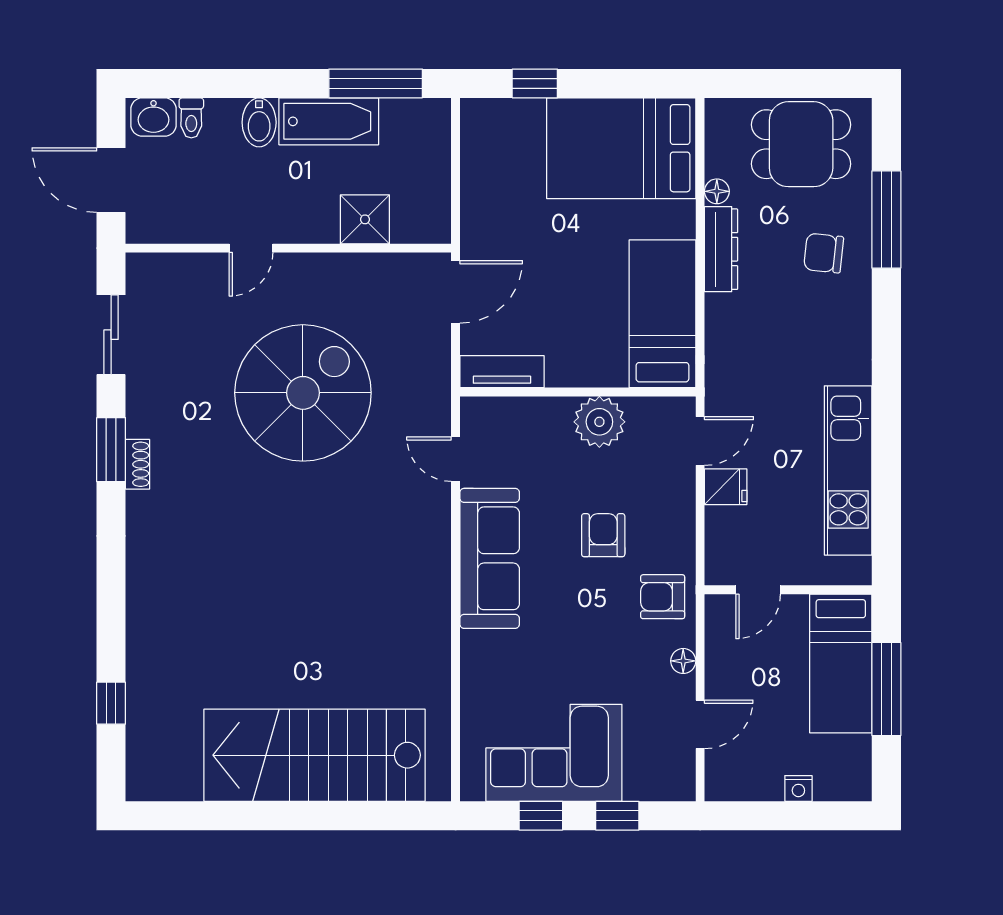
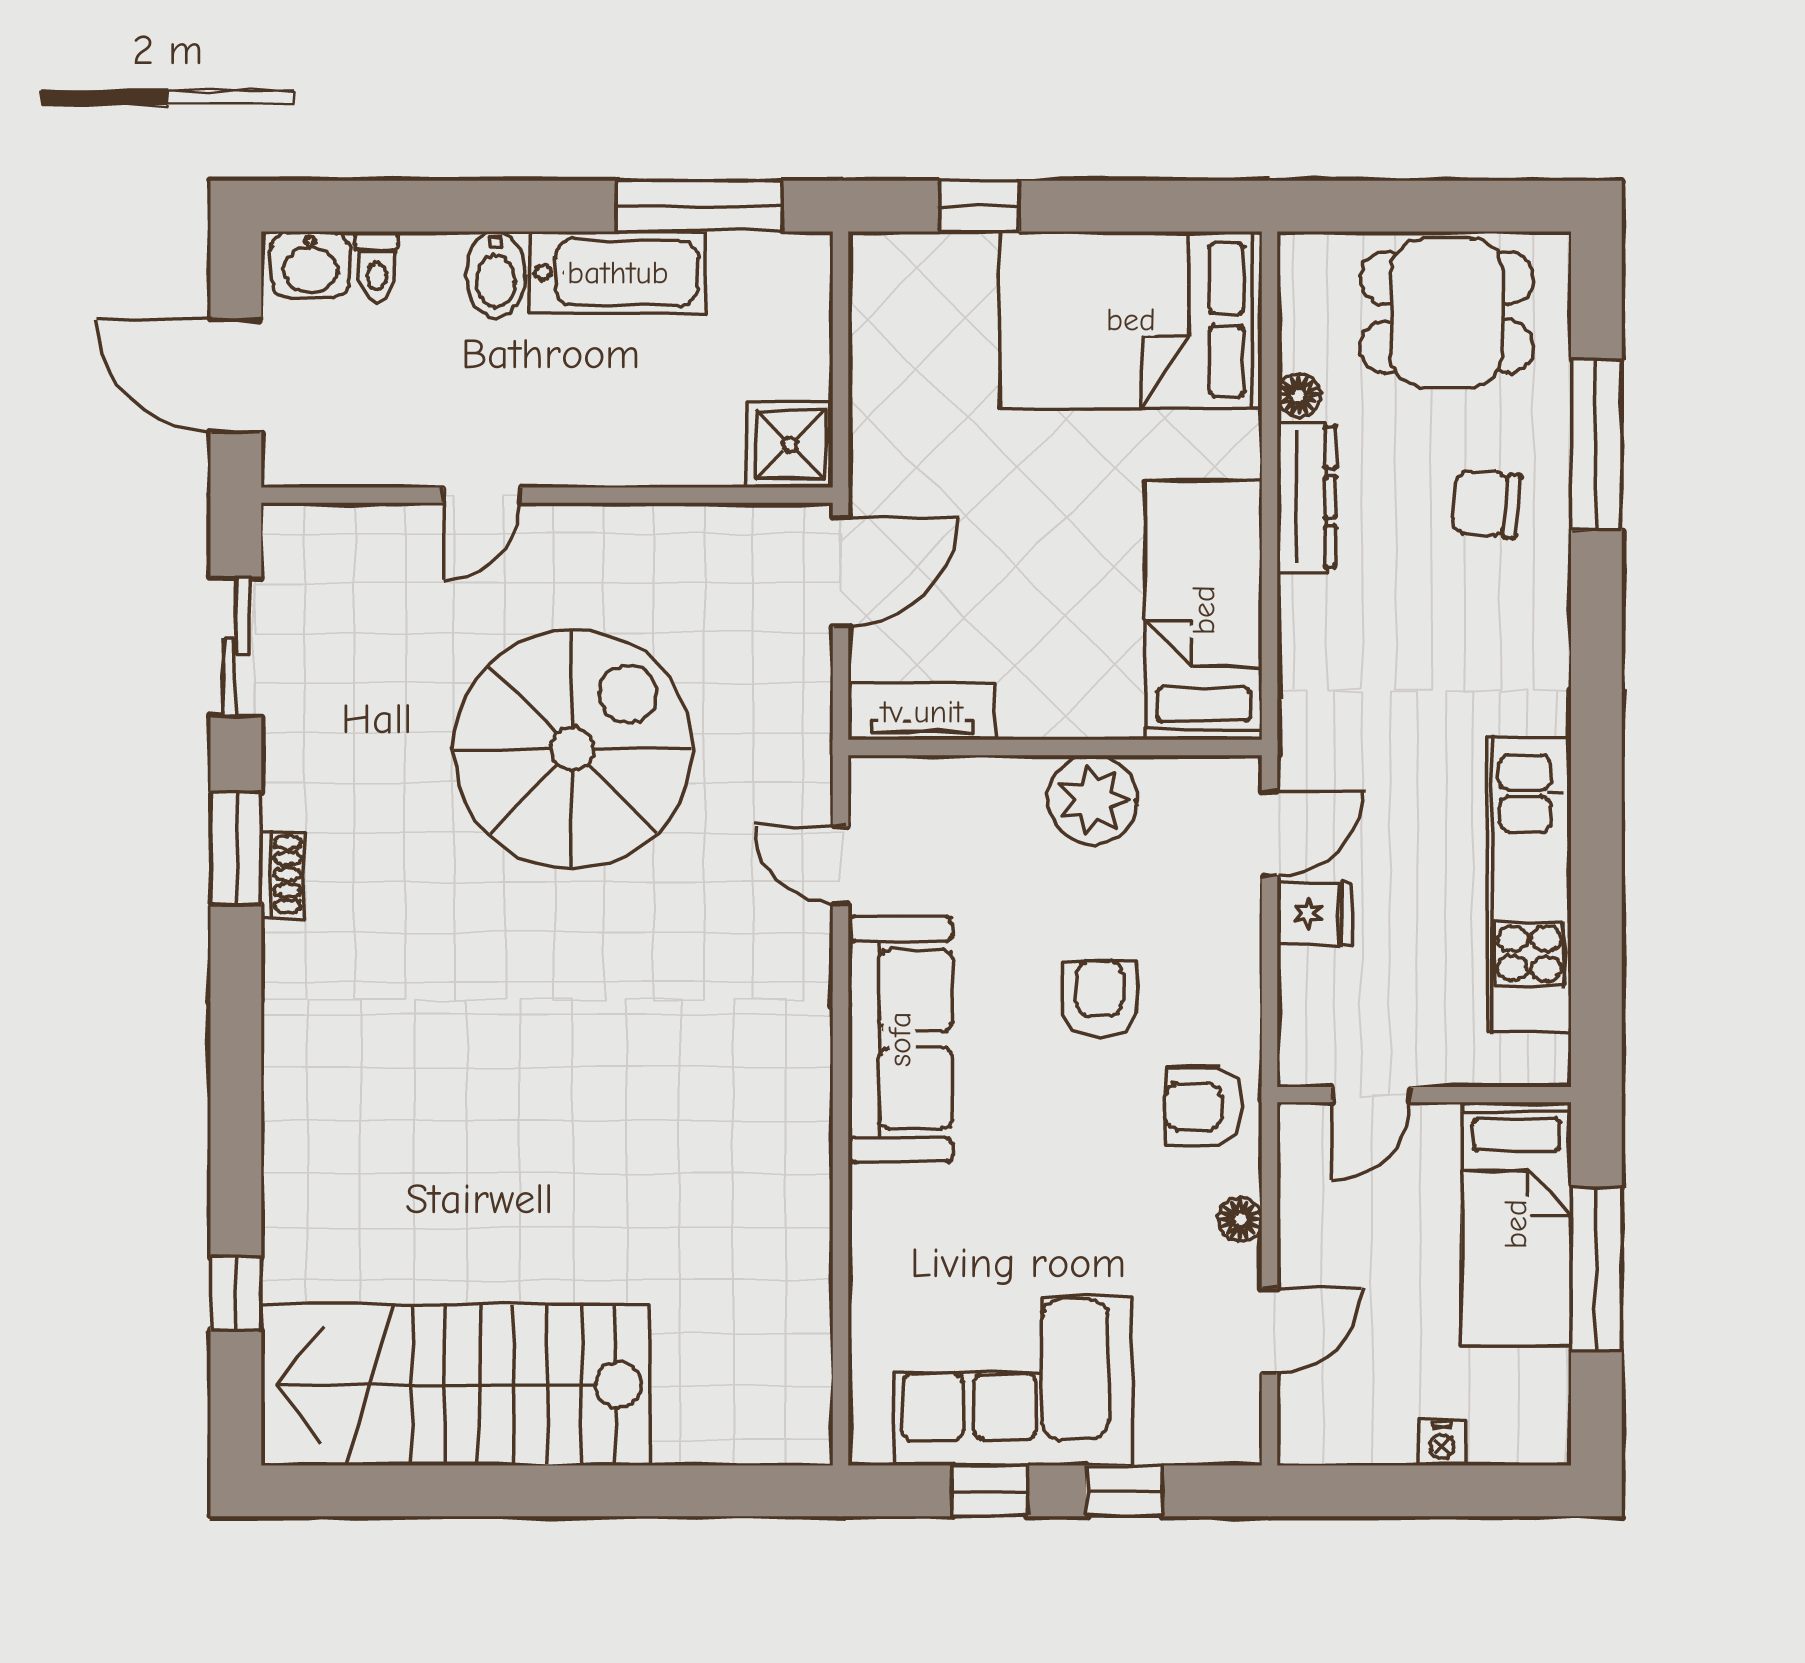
shower: (365, 219) -> (790, 445), moved
stairs: (314, 755) -> (455, 1385), moved

